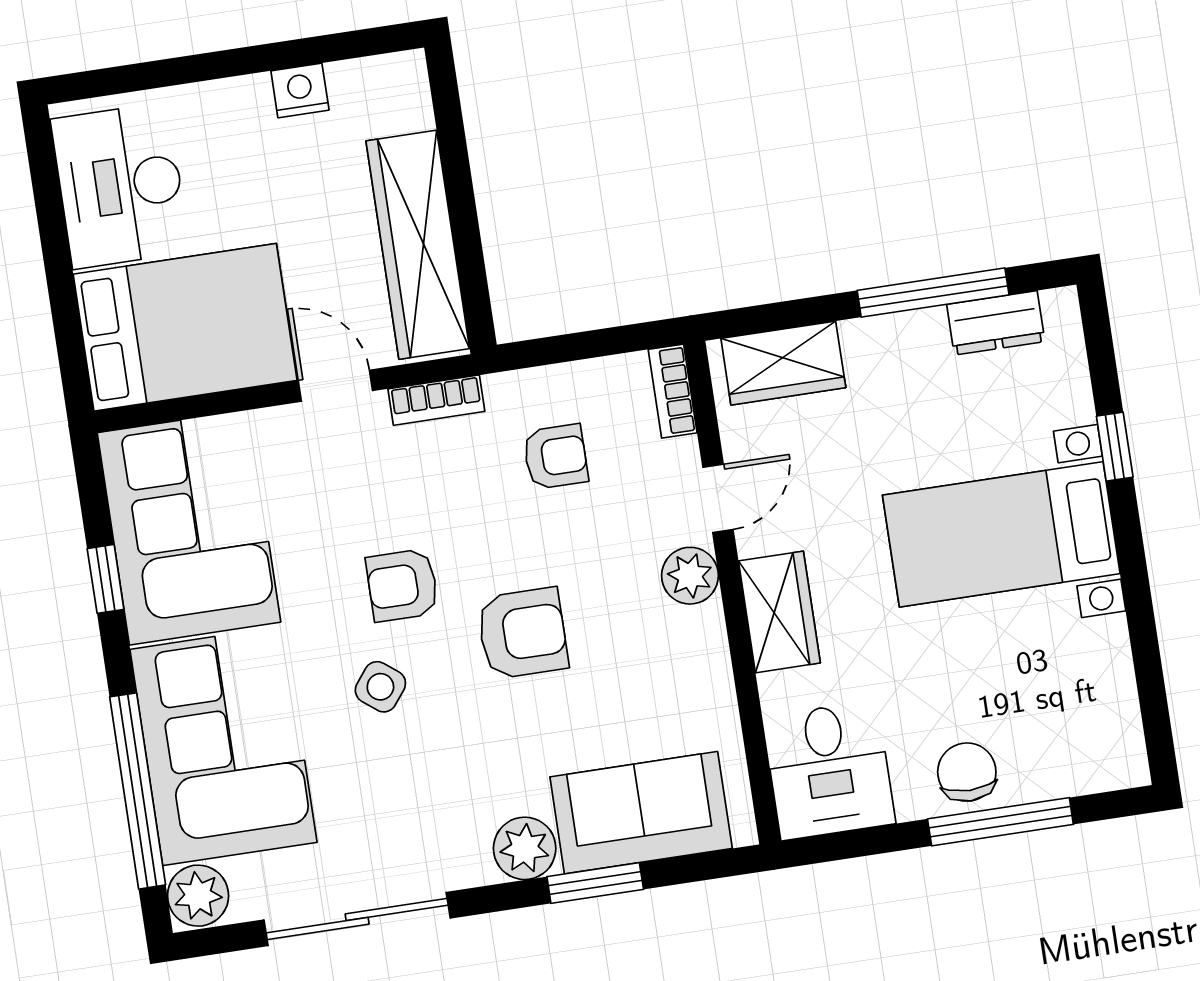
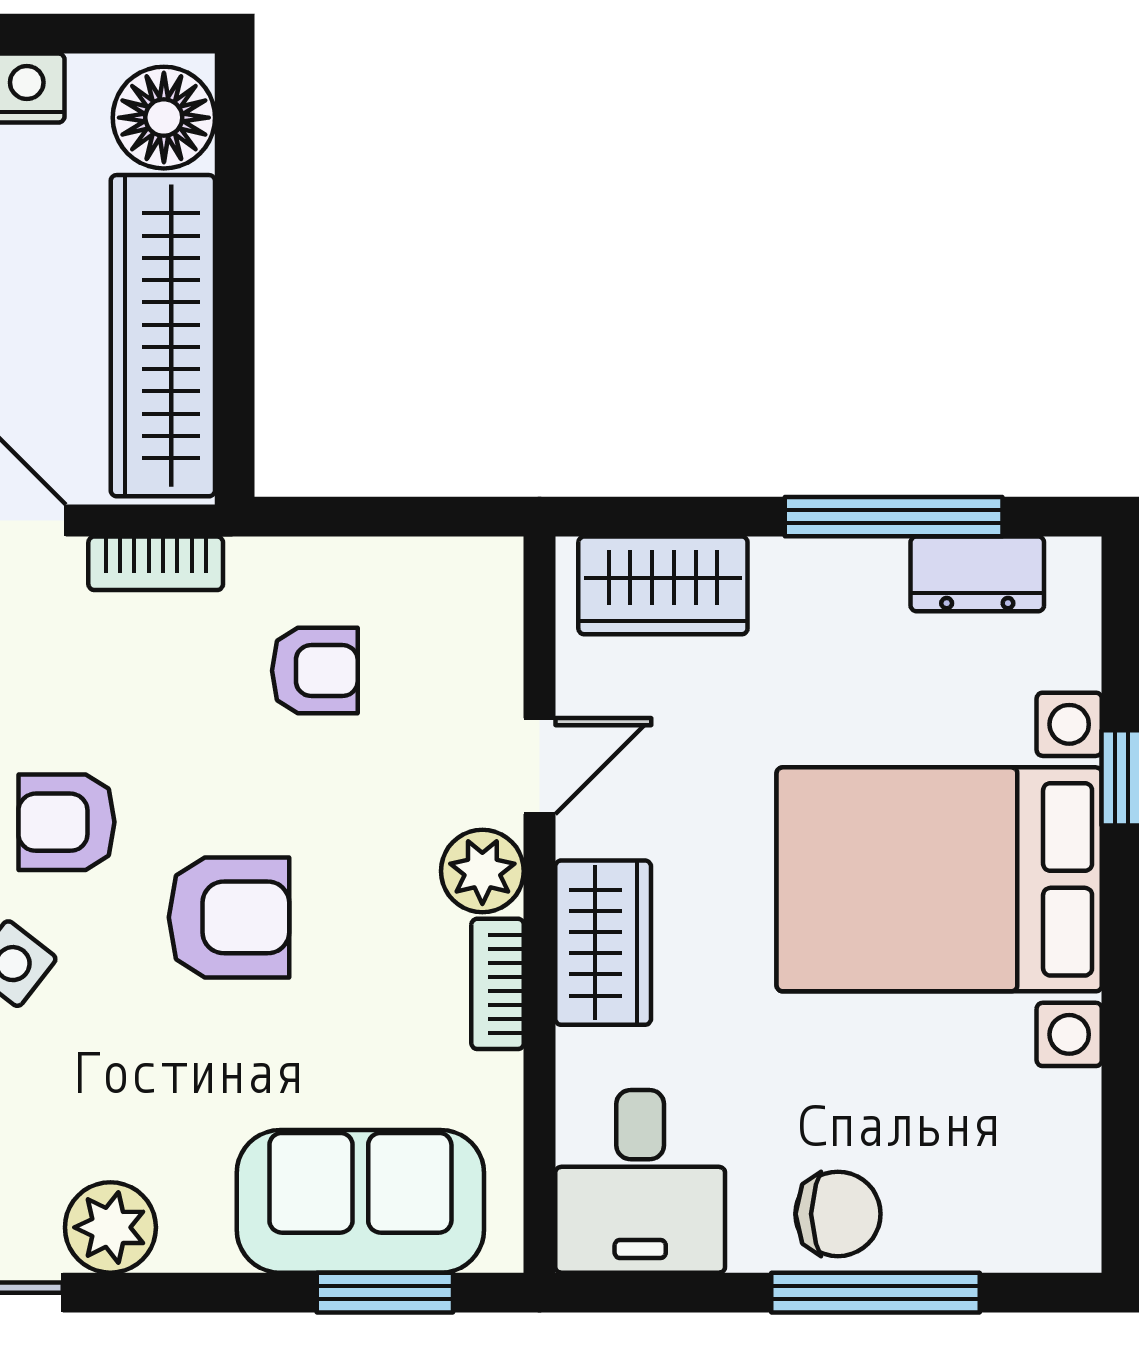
floor lamp: (396, 96) -> (164, 118), added
bookcase: (673, 391) -> (498, 984), moved
bed with nightstands: (1001, 534) -> (939, 879), width x1.36
chair: (967, 772) -> (838, 1214), turned 90
plant: (525, 848) -> (110, 1227), moved
window: (595, 883) -> (385, 1293), moved

